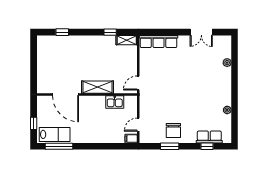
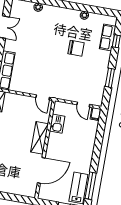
chair: (173, 131) -> (76, 48), moved

